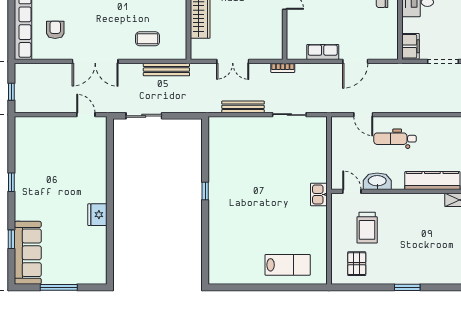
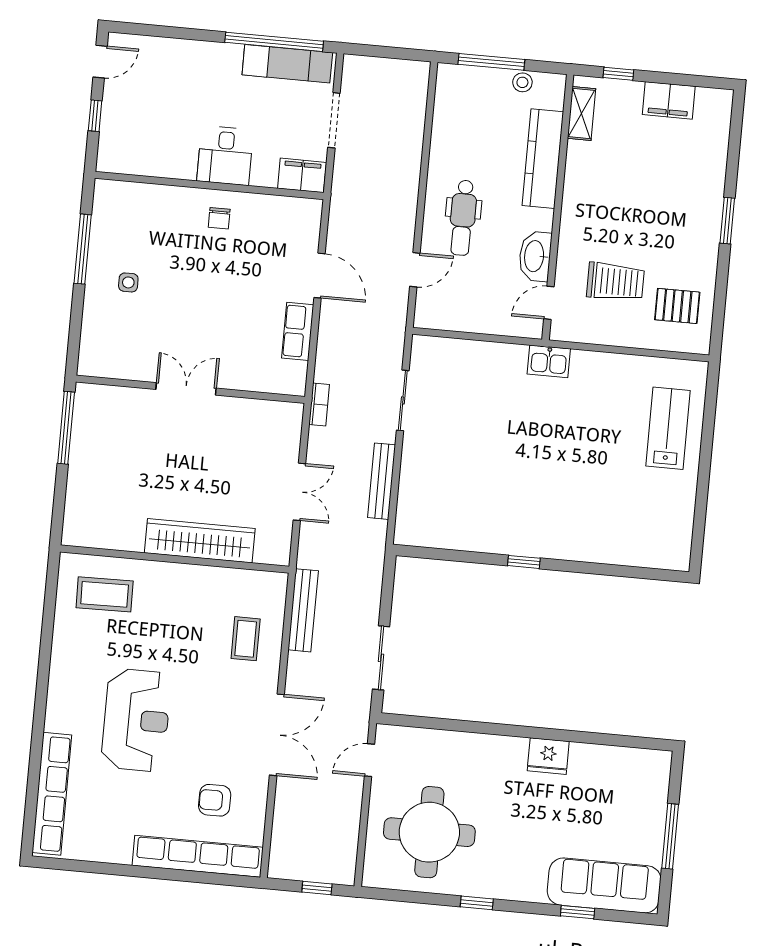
round table: (49, 152) -> (429, 832), added

